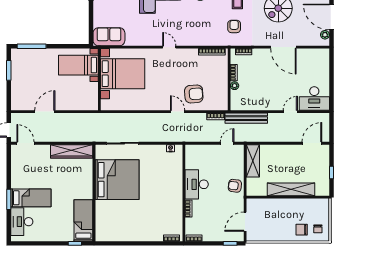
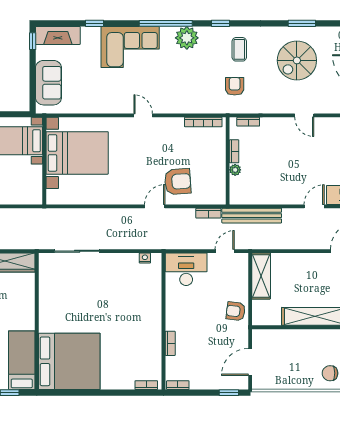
sofa: (109, 37) -> (48, 83), moved, turned 90
door: (283, 47) -> (304, 115), width x0.53
door: (178, 112) -> (155, 206), hinge flipped
bed: (117, 180) -> (69, 361), moved
desk: (197, 184) -> (186, 269), moved, turned 90

